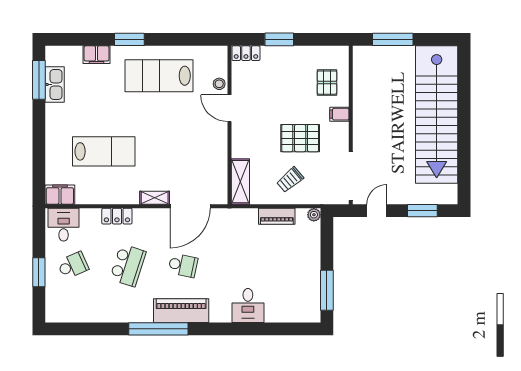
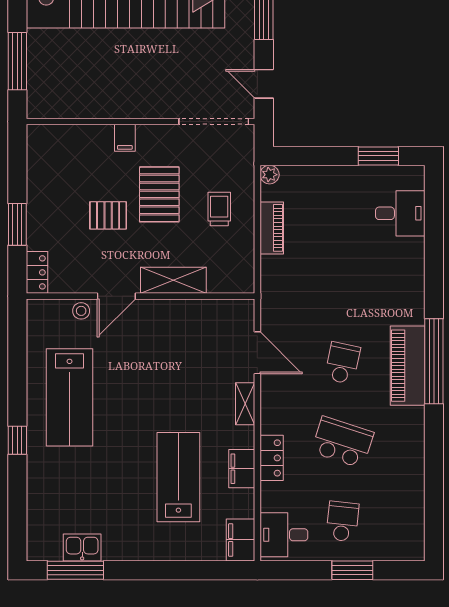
window: (129, 39) -> (17, 440), width x0.67
filing cabinet: (97, 55) -> (242, 469), moved, turned 180
pallet: (327, 83) -> (108, 215), moved
kitchen sink: (55, 84) -> (82, 548), width x0.73
trolley: (290, 180) -> (219, 209), turned -140
shelving: (240, 182) -> (173, 280), moved
door: (190, 206) -> (257, 353), width x0.73
school desk: (73, 265) -> (342, 521), turned 30
window: (327, 290) -> (378, 156), width x0.69
desk: (248, 306) -> (400, 213), moved
window: (158, 329) -> (434, 361), moved

